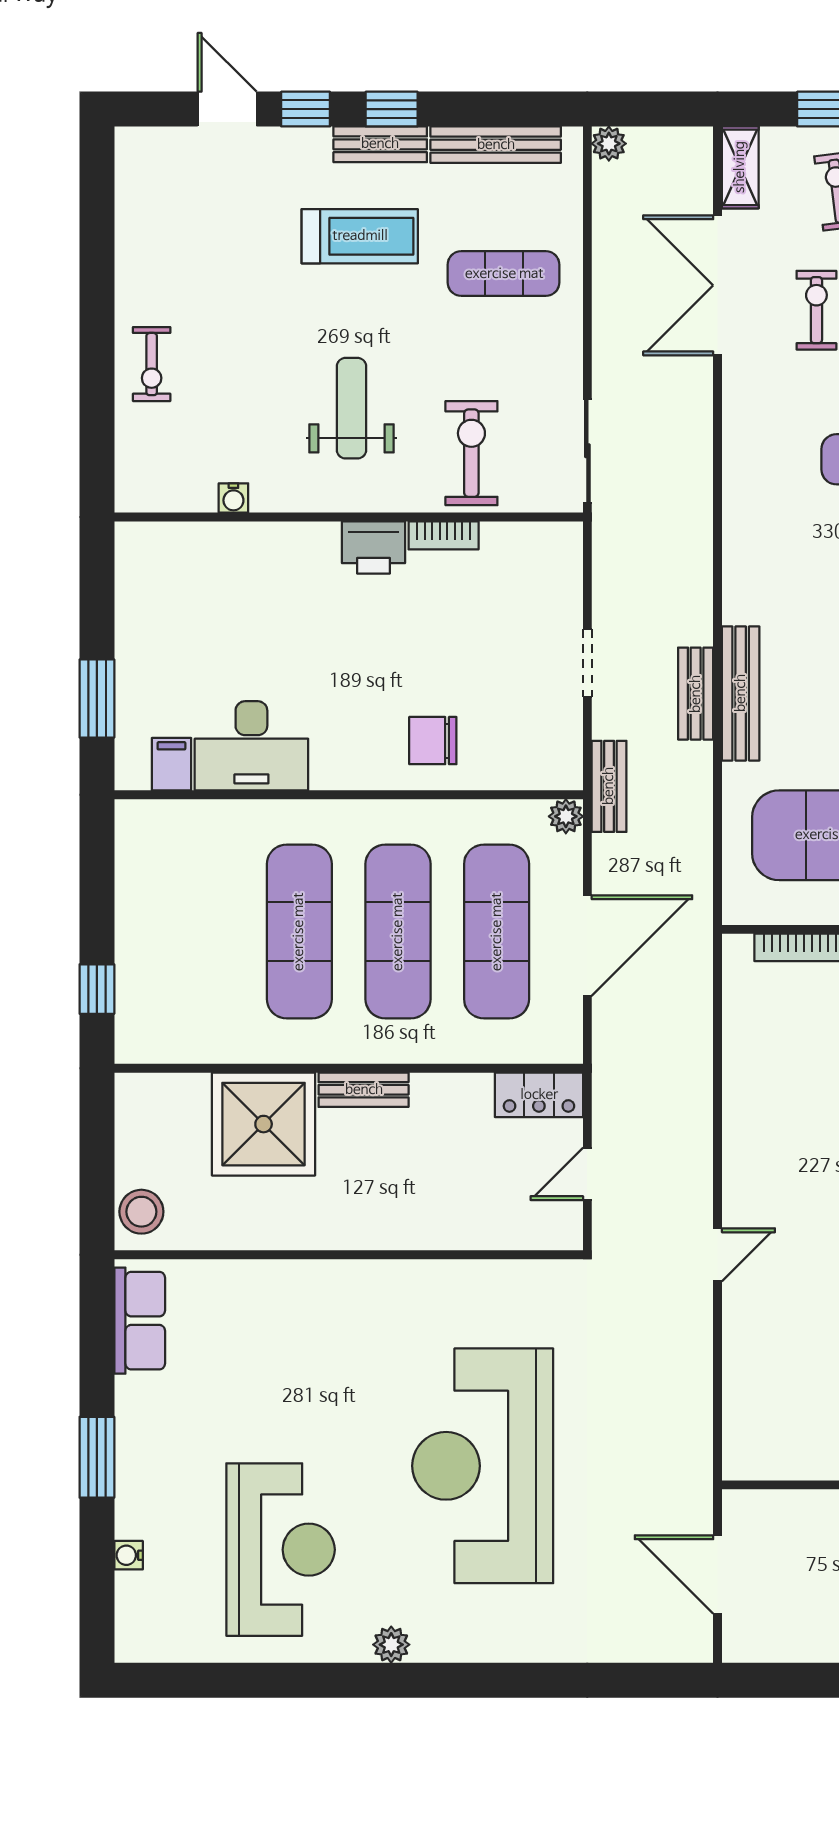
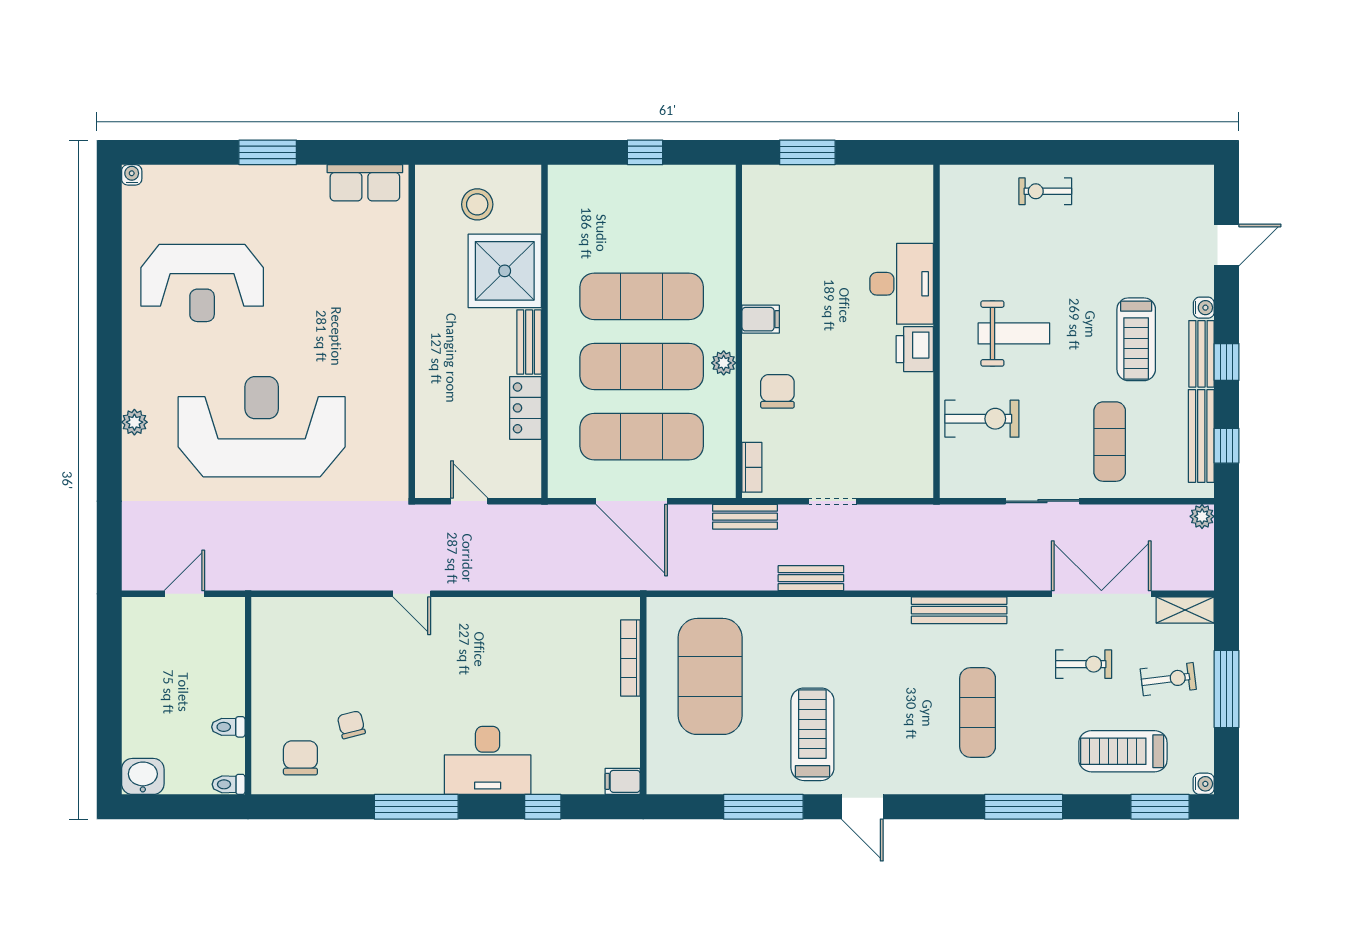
window: (306, 109) -> (1227, 446), moved
sliding door: (587, 451) -> (1042, 501), moved
water cooler: (233, 498) -> (1204, 308), moved, turned 180
bookcase: (444, 535) -> (752, 467), moved, turned 180
bench: (741, 693) -> (959, 610), moved
desk: (251, 746) -> (902, 284), moved, turned 180
filing cabinet: (171, 764) -> (761, 319), moved
plant: (566, 816) -> (724, 363), moved
window: (97, 989) -> (645, 152), moved
locker: (539, 1095) -> (525, 408), moved
stool: (141, 1212) -> (477, 204), moved
water cooler: (129, 1555) -> (132, 175), moved
door: (718, 1575) -> (184, 594), width x0.73
plant: (391, 1645) -> (134, 422), moved

